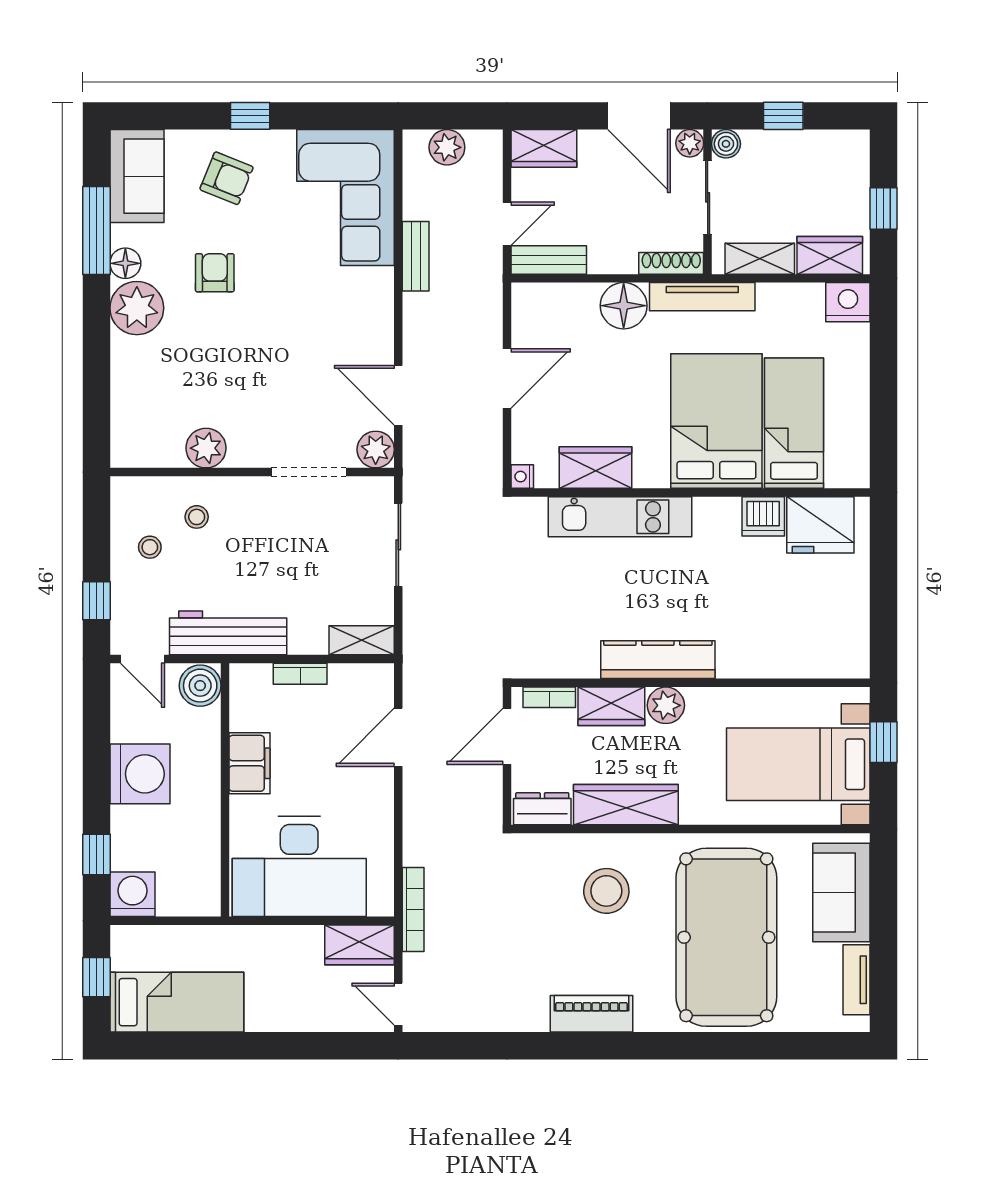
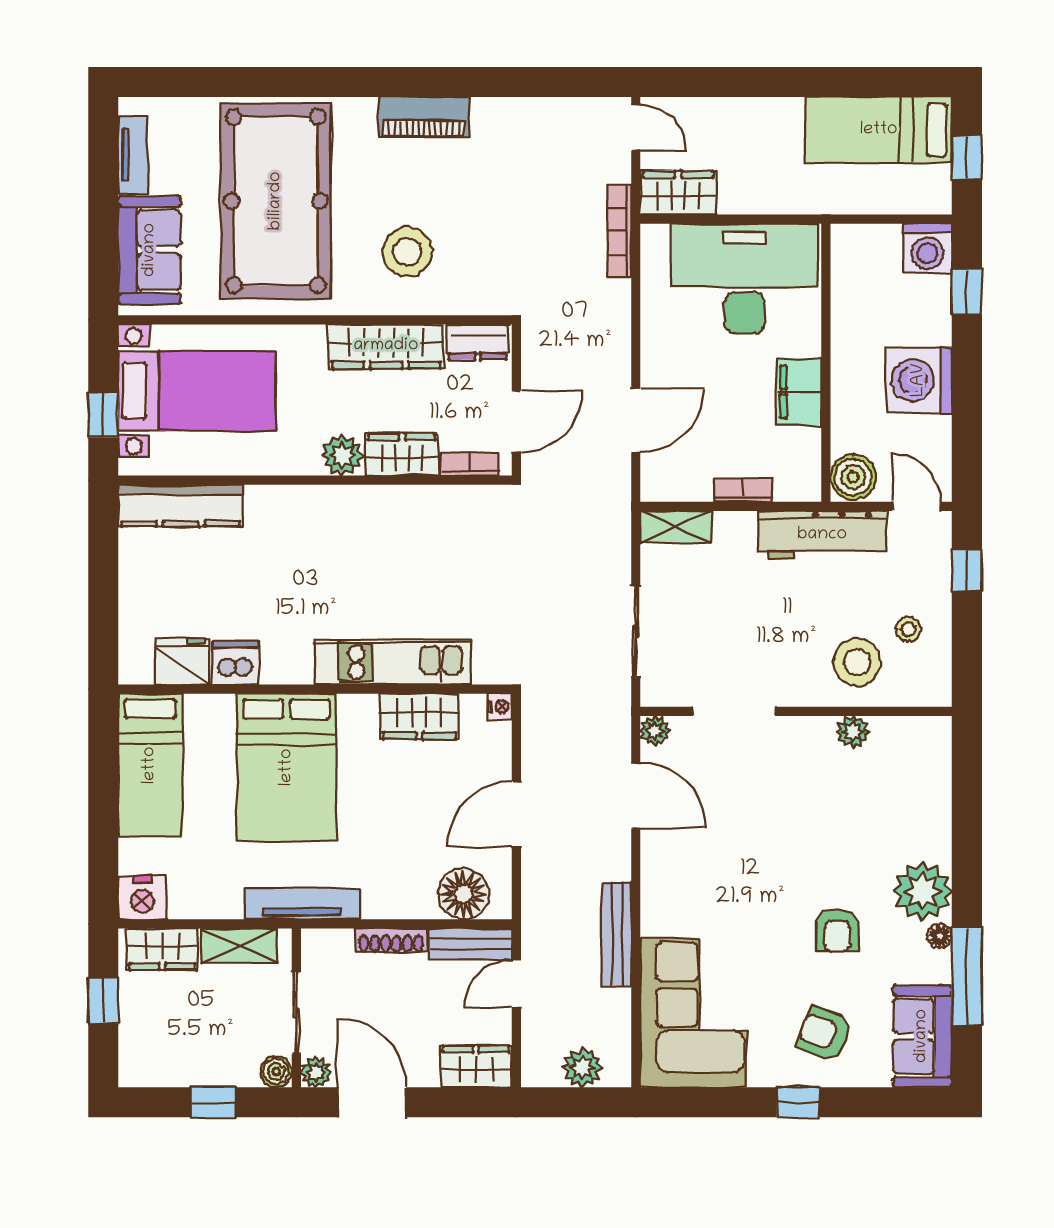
bench: (416, 256) -> (617, 934), width x1.36
floor lamp: (125, 263) -> (940, 936), width x0.73, depth x0.73
shoe rack: (671, 263) -> (391, 940), moved
floor lamp: (624, 306) -> (463, 894), moved
bed: (794, 423) -> (150, 765), moved
plant: (206, 448) -> (853, 732), width x0.73, depth x0.73
plant: (376, 450) -> (655, 731), width x0.73, depth x0.73
stool: (197, 517) -> (857, 662), width x1.89, depth x1.89
fridge: (820, 525) -> (182, 661), width x0.73, depth x0.75
kitchen counter: (658, 660) -> (181, 506), moved

